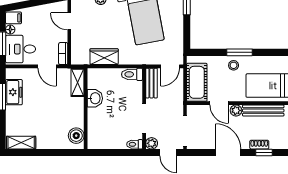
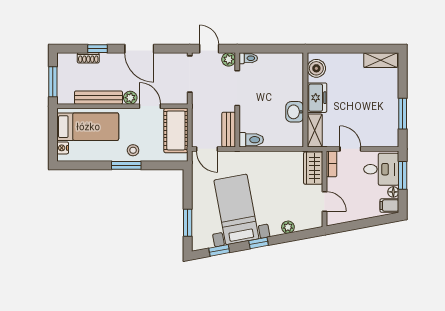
wardrobe: (104, 57) -> (313, 168), moved, turned 90
door: (170, 66) -> (207, 149), swing flipped
freezer: (14, 92) -> (317, 98), moved, turned 180
shoe rack: (259, 145) -> (88, 58), moved

